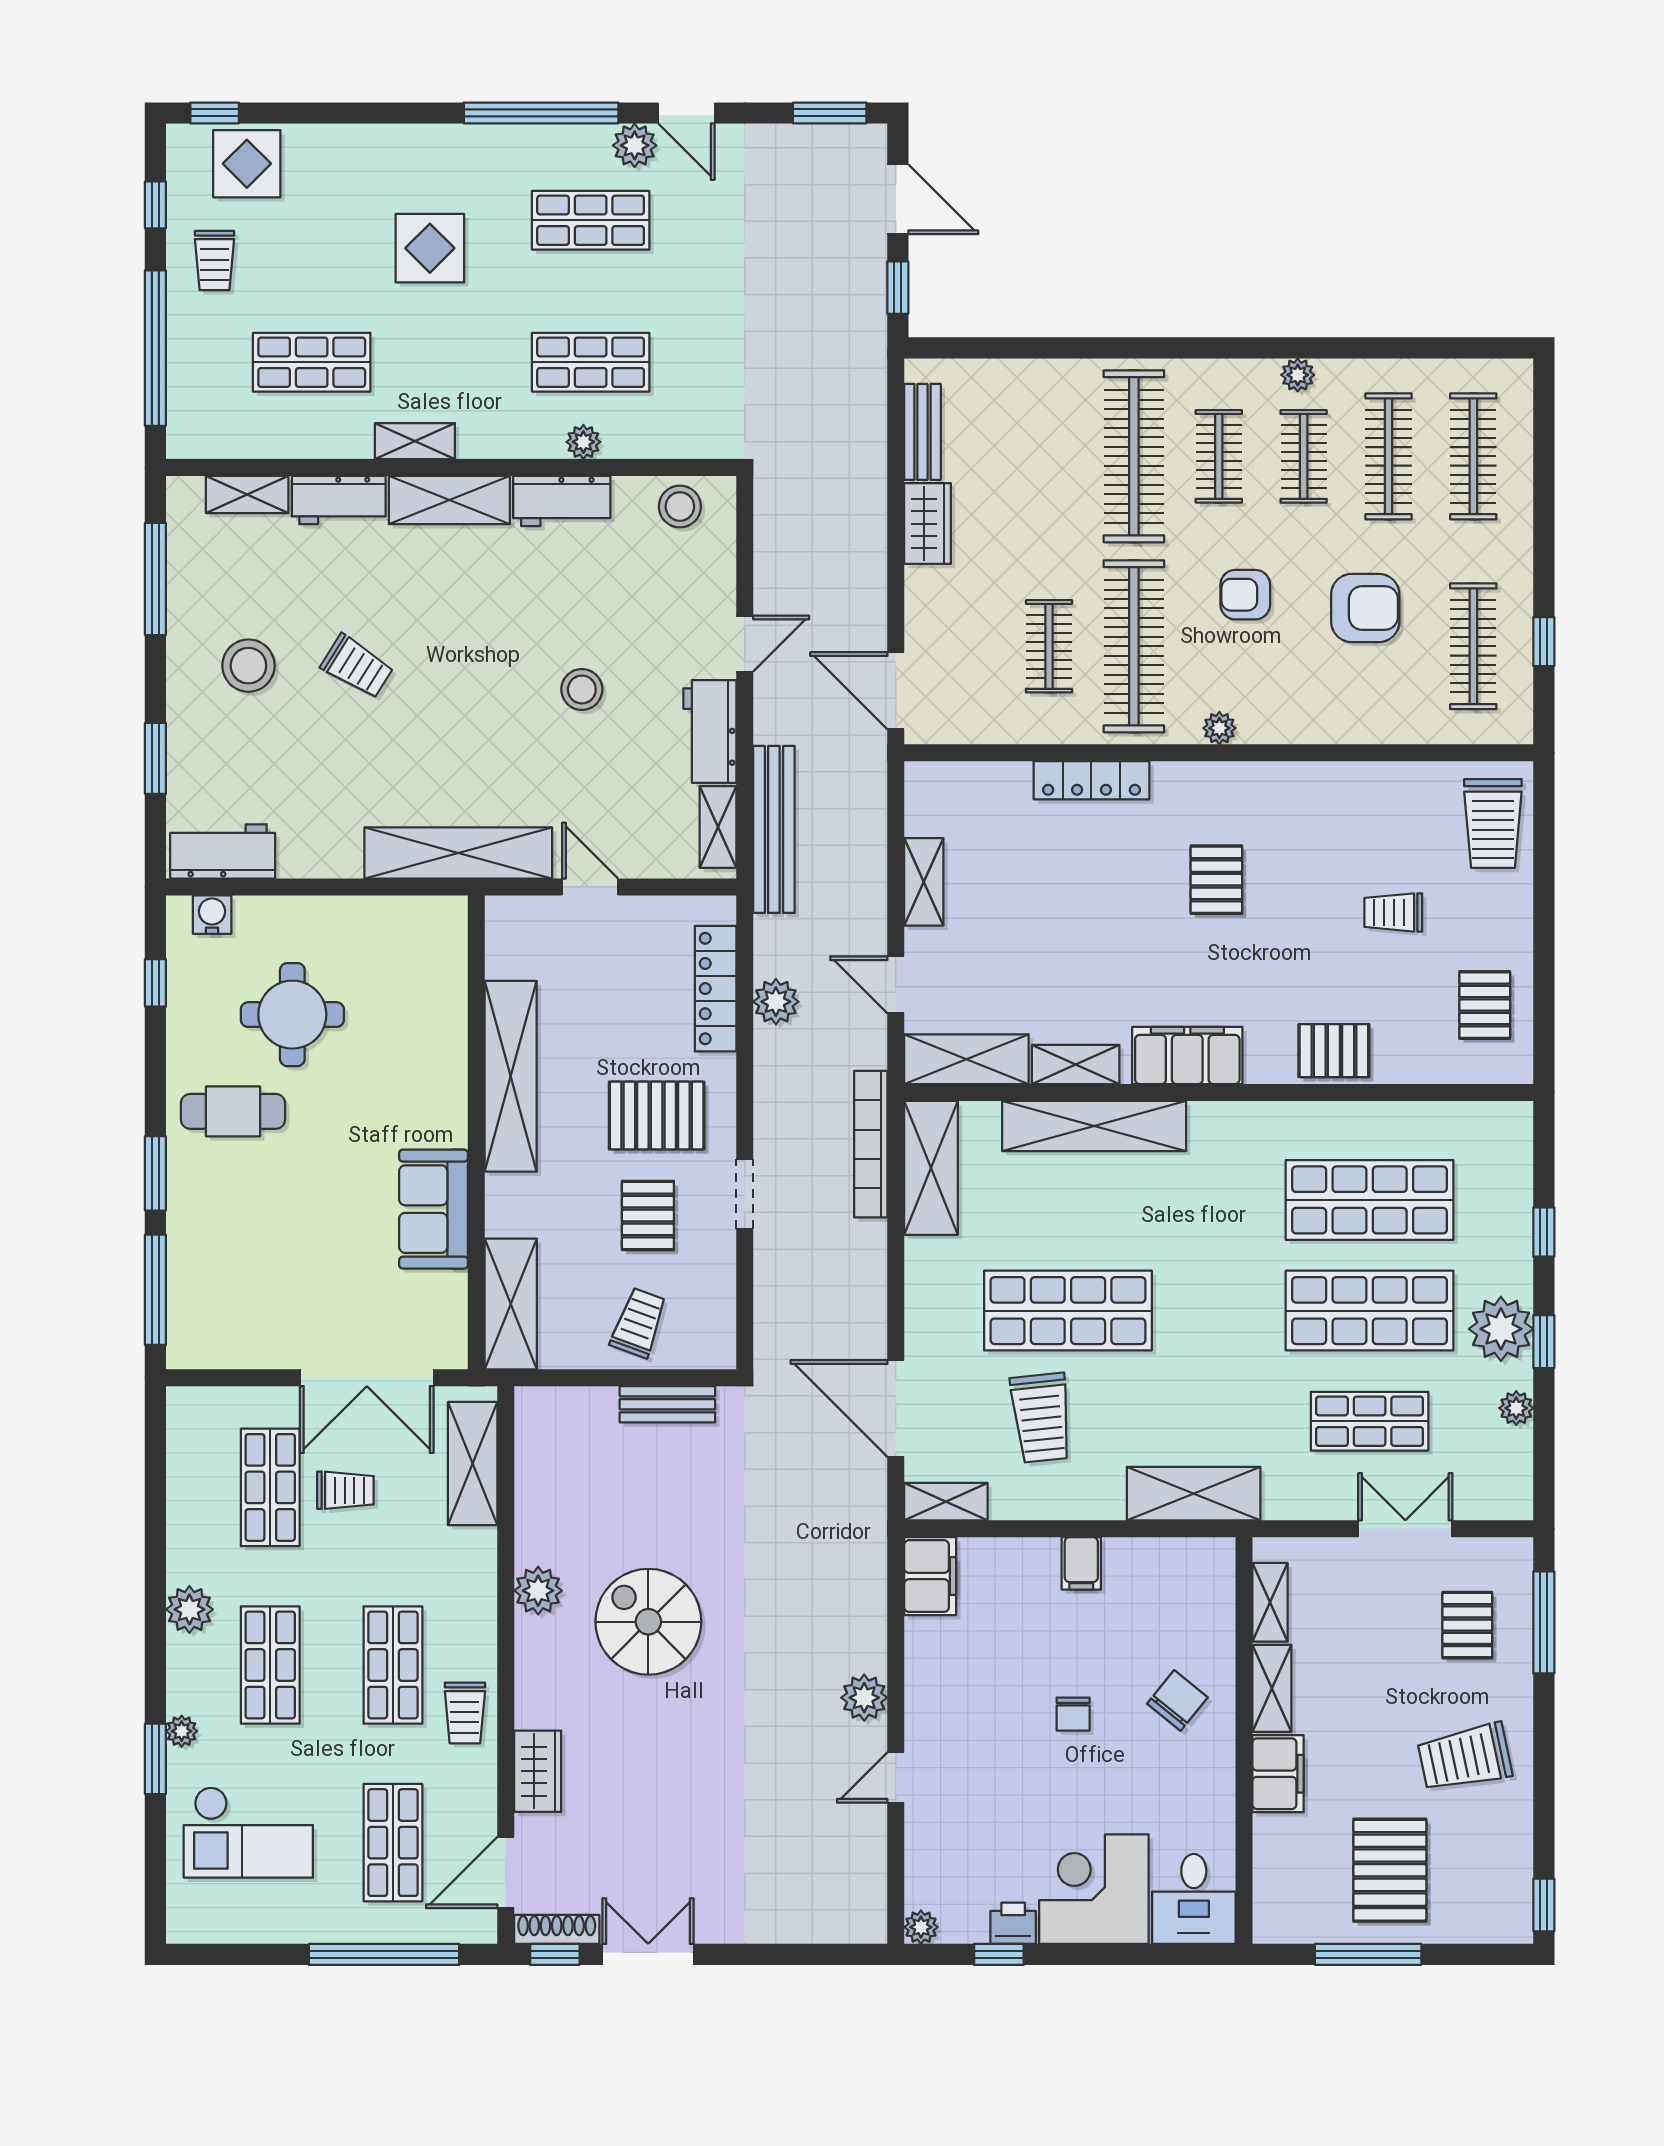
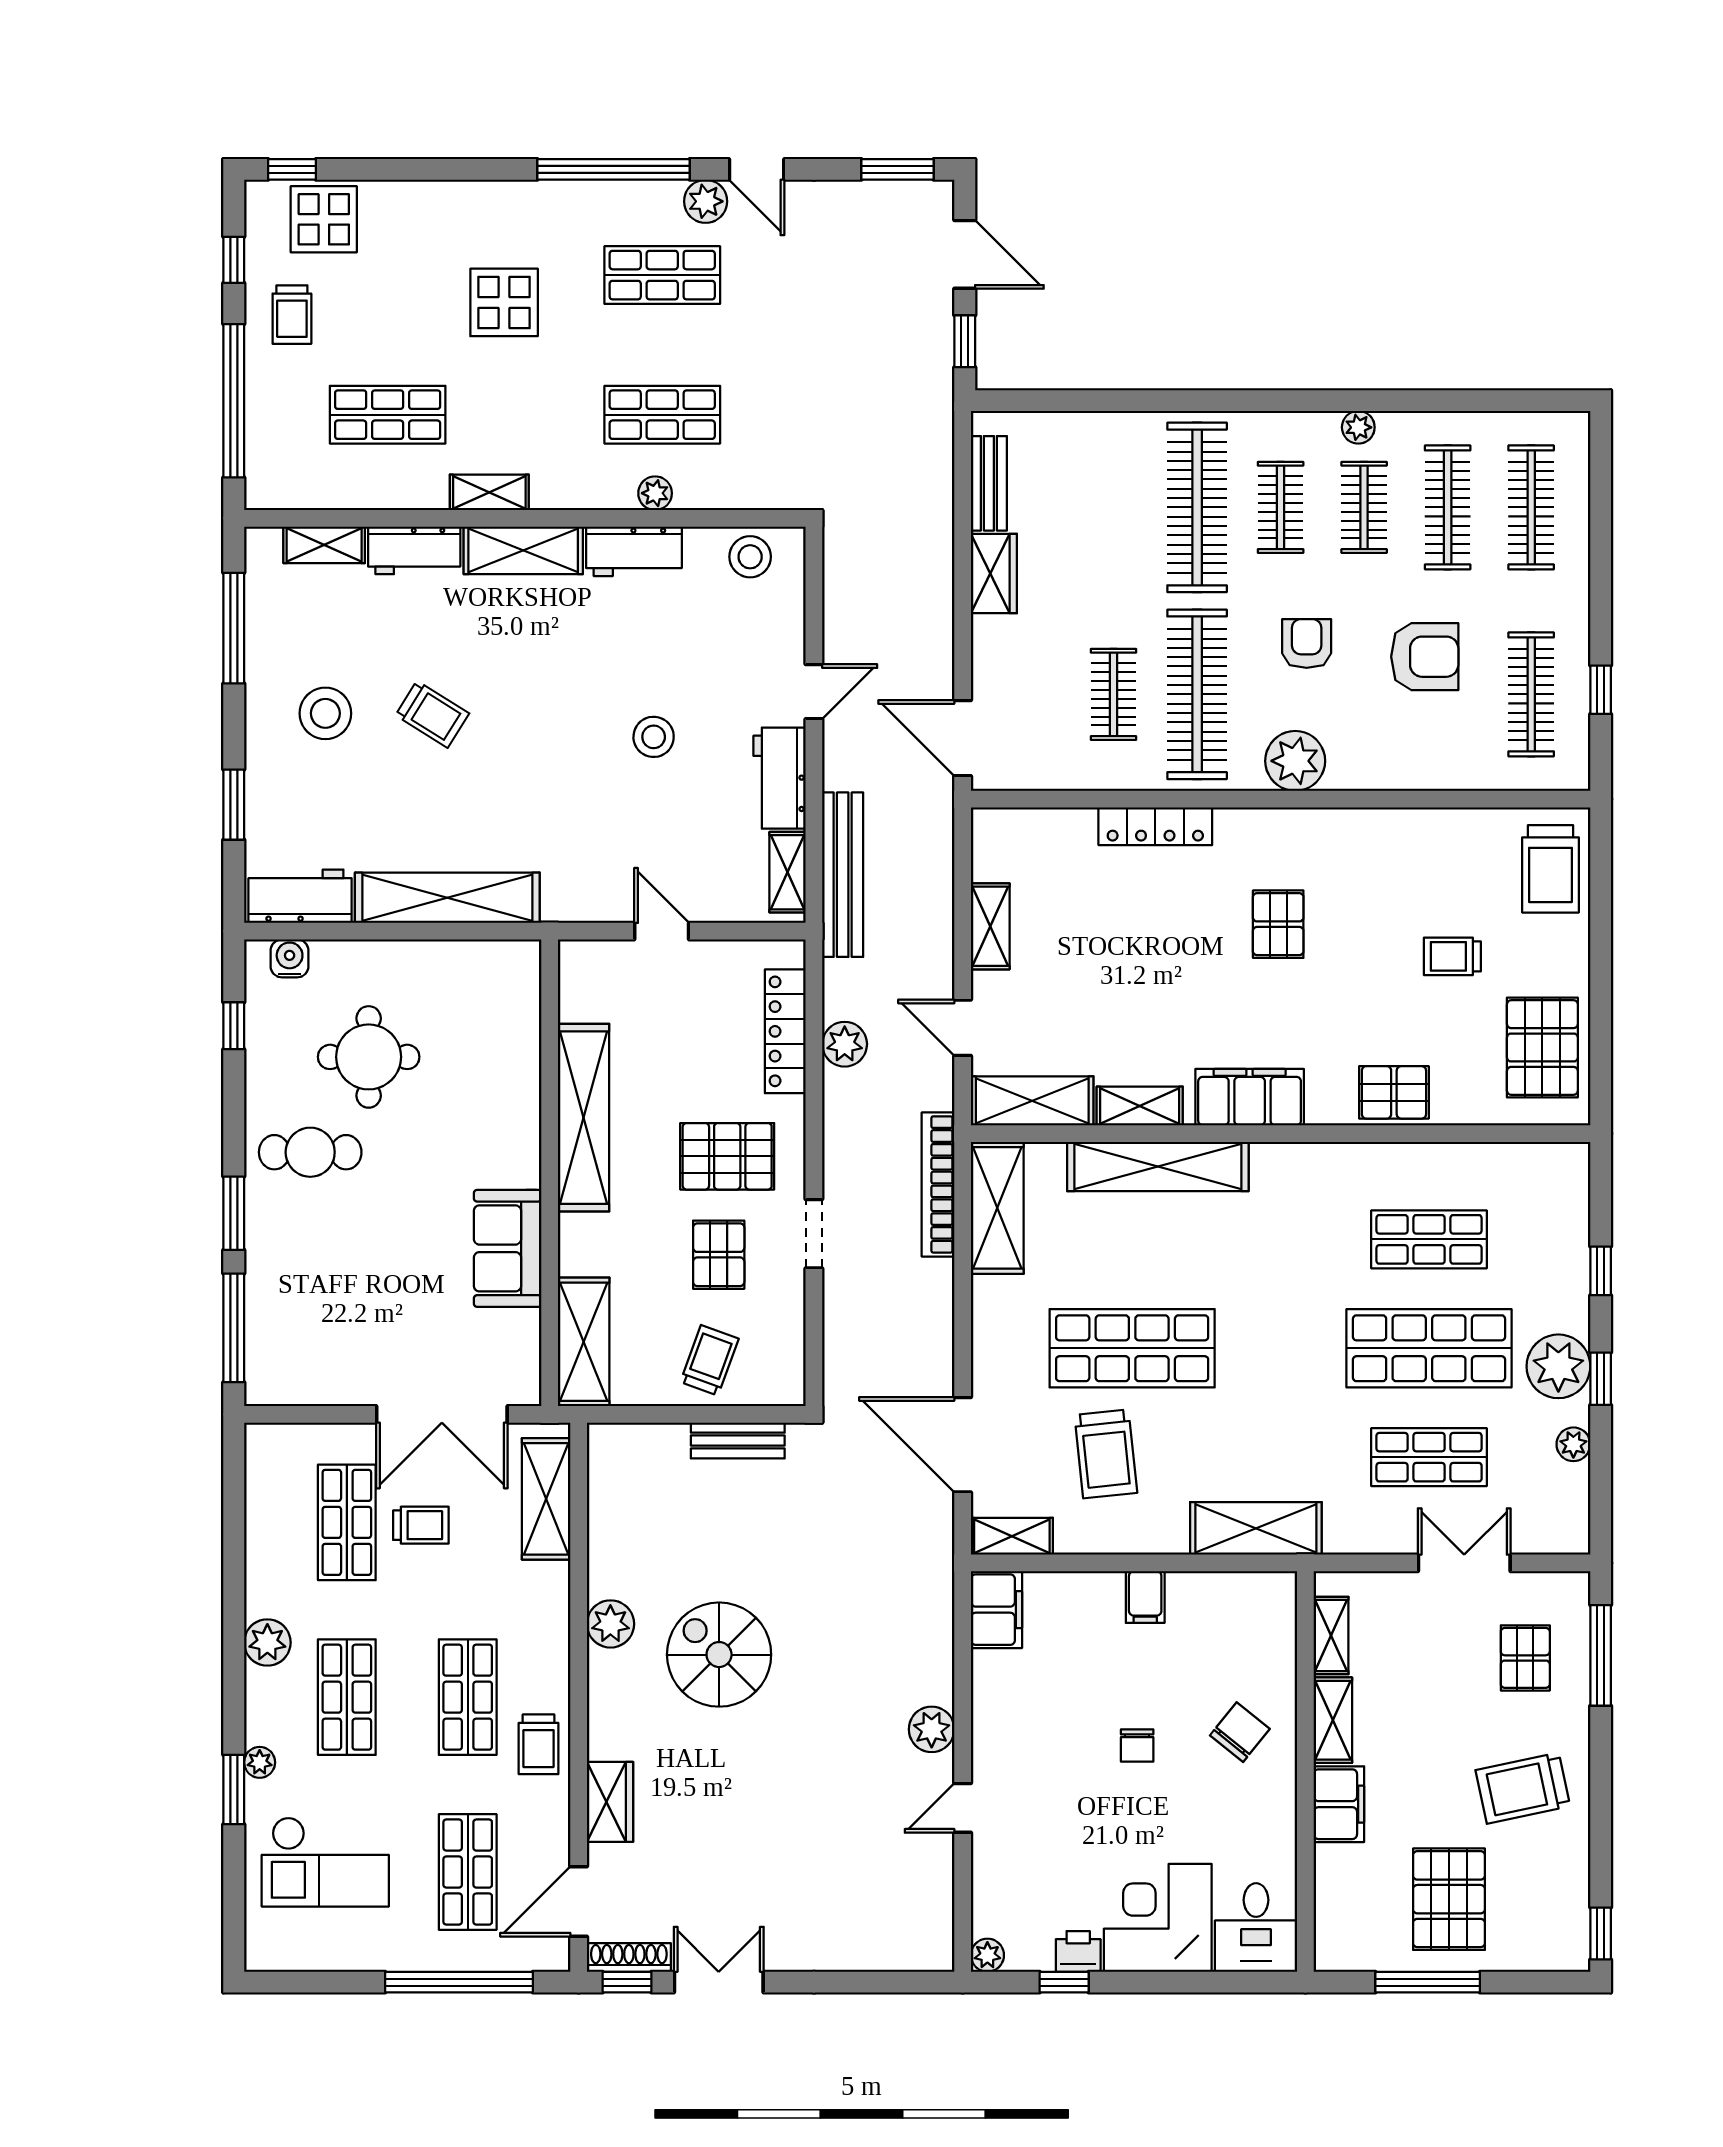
armchair: (1245, 595) -> (1307, 644), turned 90
plant: (1219, 728) -> (1295, 761), width x1.88, depth x1.88
shelving: (458, 853) -> (447, 898), moved
pallet: (1485, 1005) -> (1542, 1048), width x1.50, depth x1.42
shop shelf: (1370, 1200) -> (1429, 1239), width x0.70, depth x0.74

